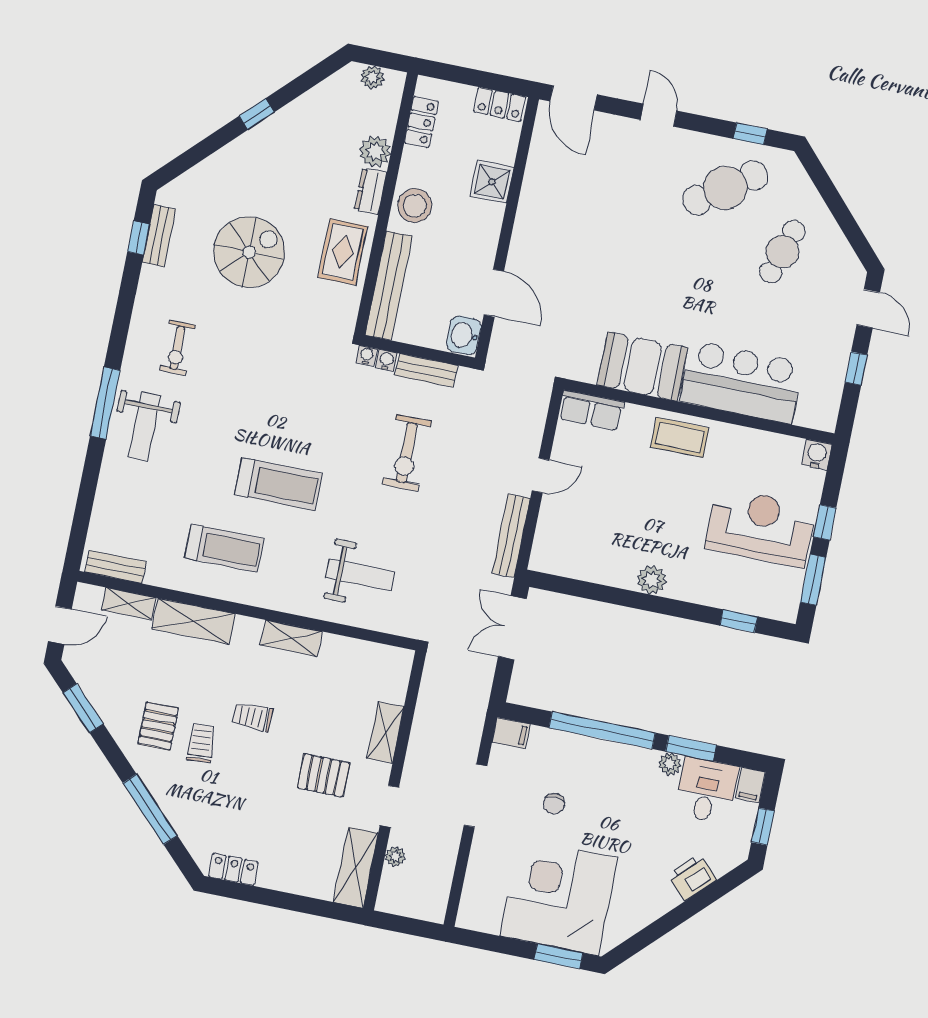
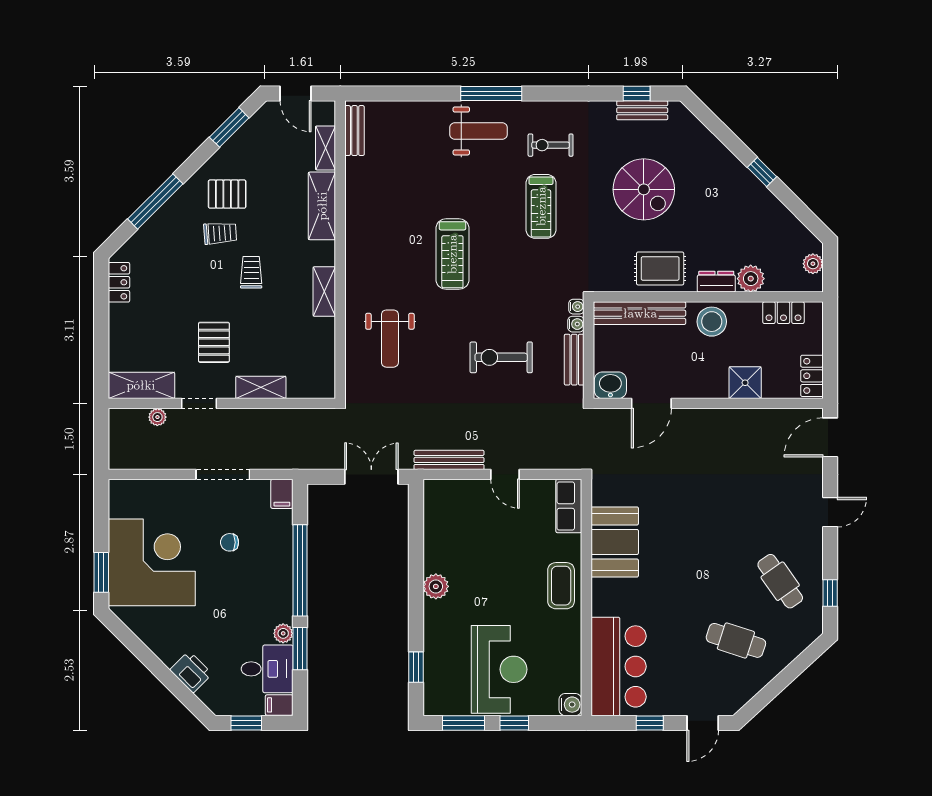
cafe table: (725, 188) -> (780, 581), width x0.73, depth x0.74
bar counter: (742, 382) -> (619, 666), moved
weight bench: (145, 426) -> (478, 131), turned 180
treadmill: (224, 548) -> (541, 206), moved

